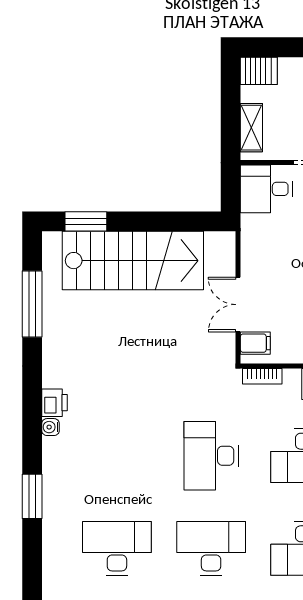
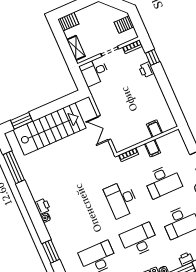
filing cabinet: (255, 343) -> (119, 141), removed

